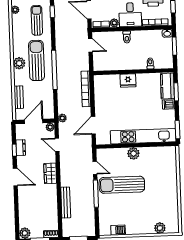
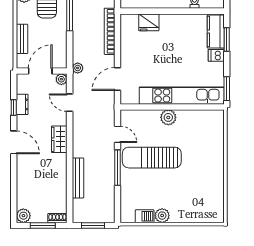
fridge: (128, 80) -> (149, 22), moved
plant: (160, 228) -> (162, 216), moved

